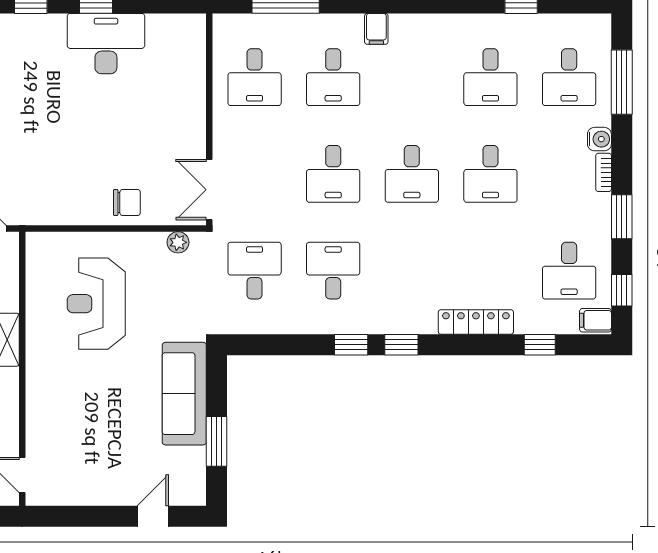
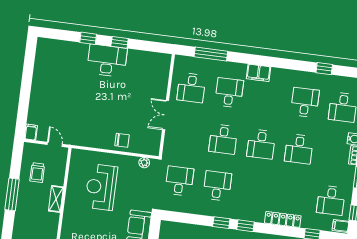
filing cabinet: (376, 29) -> (259, 73), width x2.00
desk: (106, 44) -> (107, 61), moved
desk: (333, 77) -> (229, 93), turned 180
desk: (490, 77) -> (305, 102), turned 180
double door: (209, 190) -> (166, 115), moved

